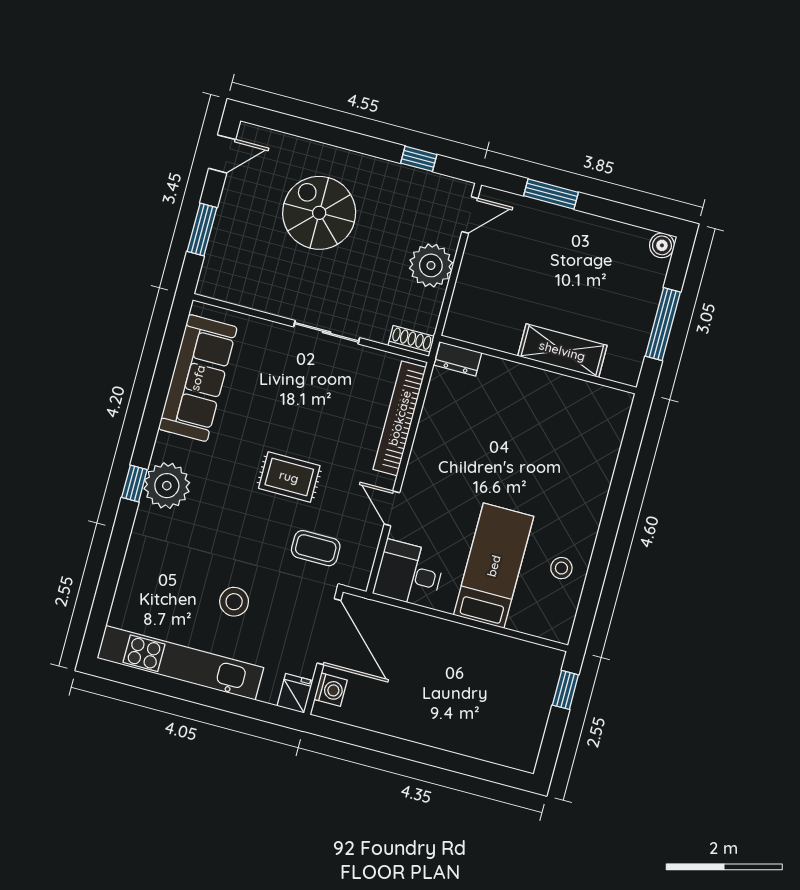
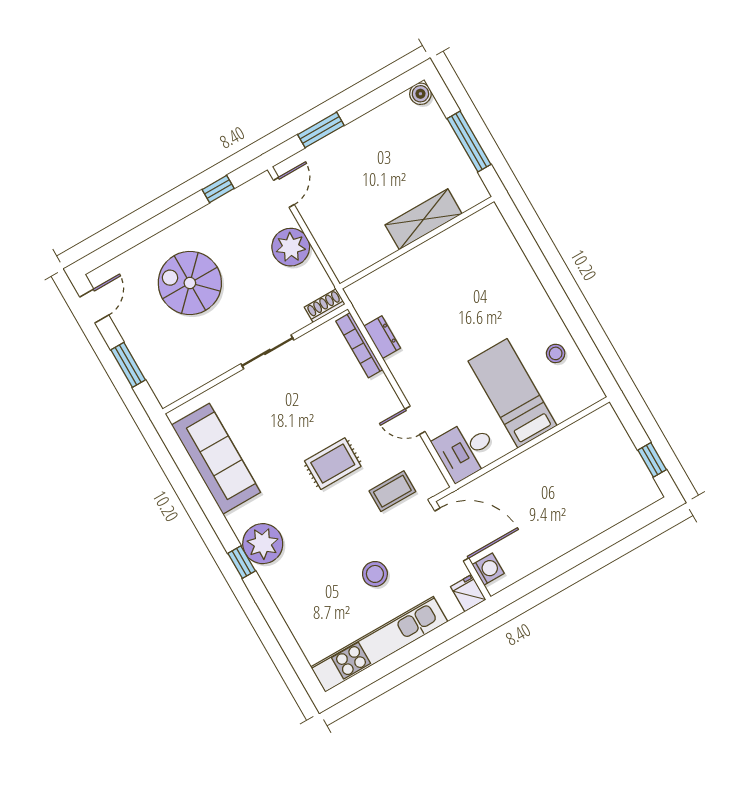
dresser: (458, 359) -> (382, 337), moved, turned -90
bookcase: (400, 418) -> (359, 345), width x0.68, depth x0.76
window: (565, 690) -> (652, 460), moved

